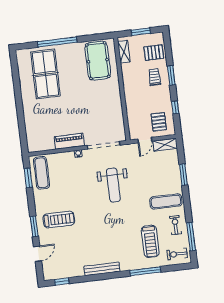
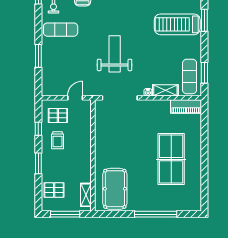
window: (141, 32) -> (65, 214), width x1.44
table tennis table: (45, 74) -> (171, 159), moved
trolley: (155, 77) -> (58, 140), moved
pallet: (159, 122) -> (58, 116), turned 90
piano: (69, 141) -> (186, 106), moved
shelving: (165, 145) -> (165, 90), moved
treadmill: (59, 220) -> (177, 24), width x1.37, depth x1.38

